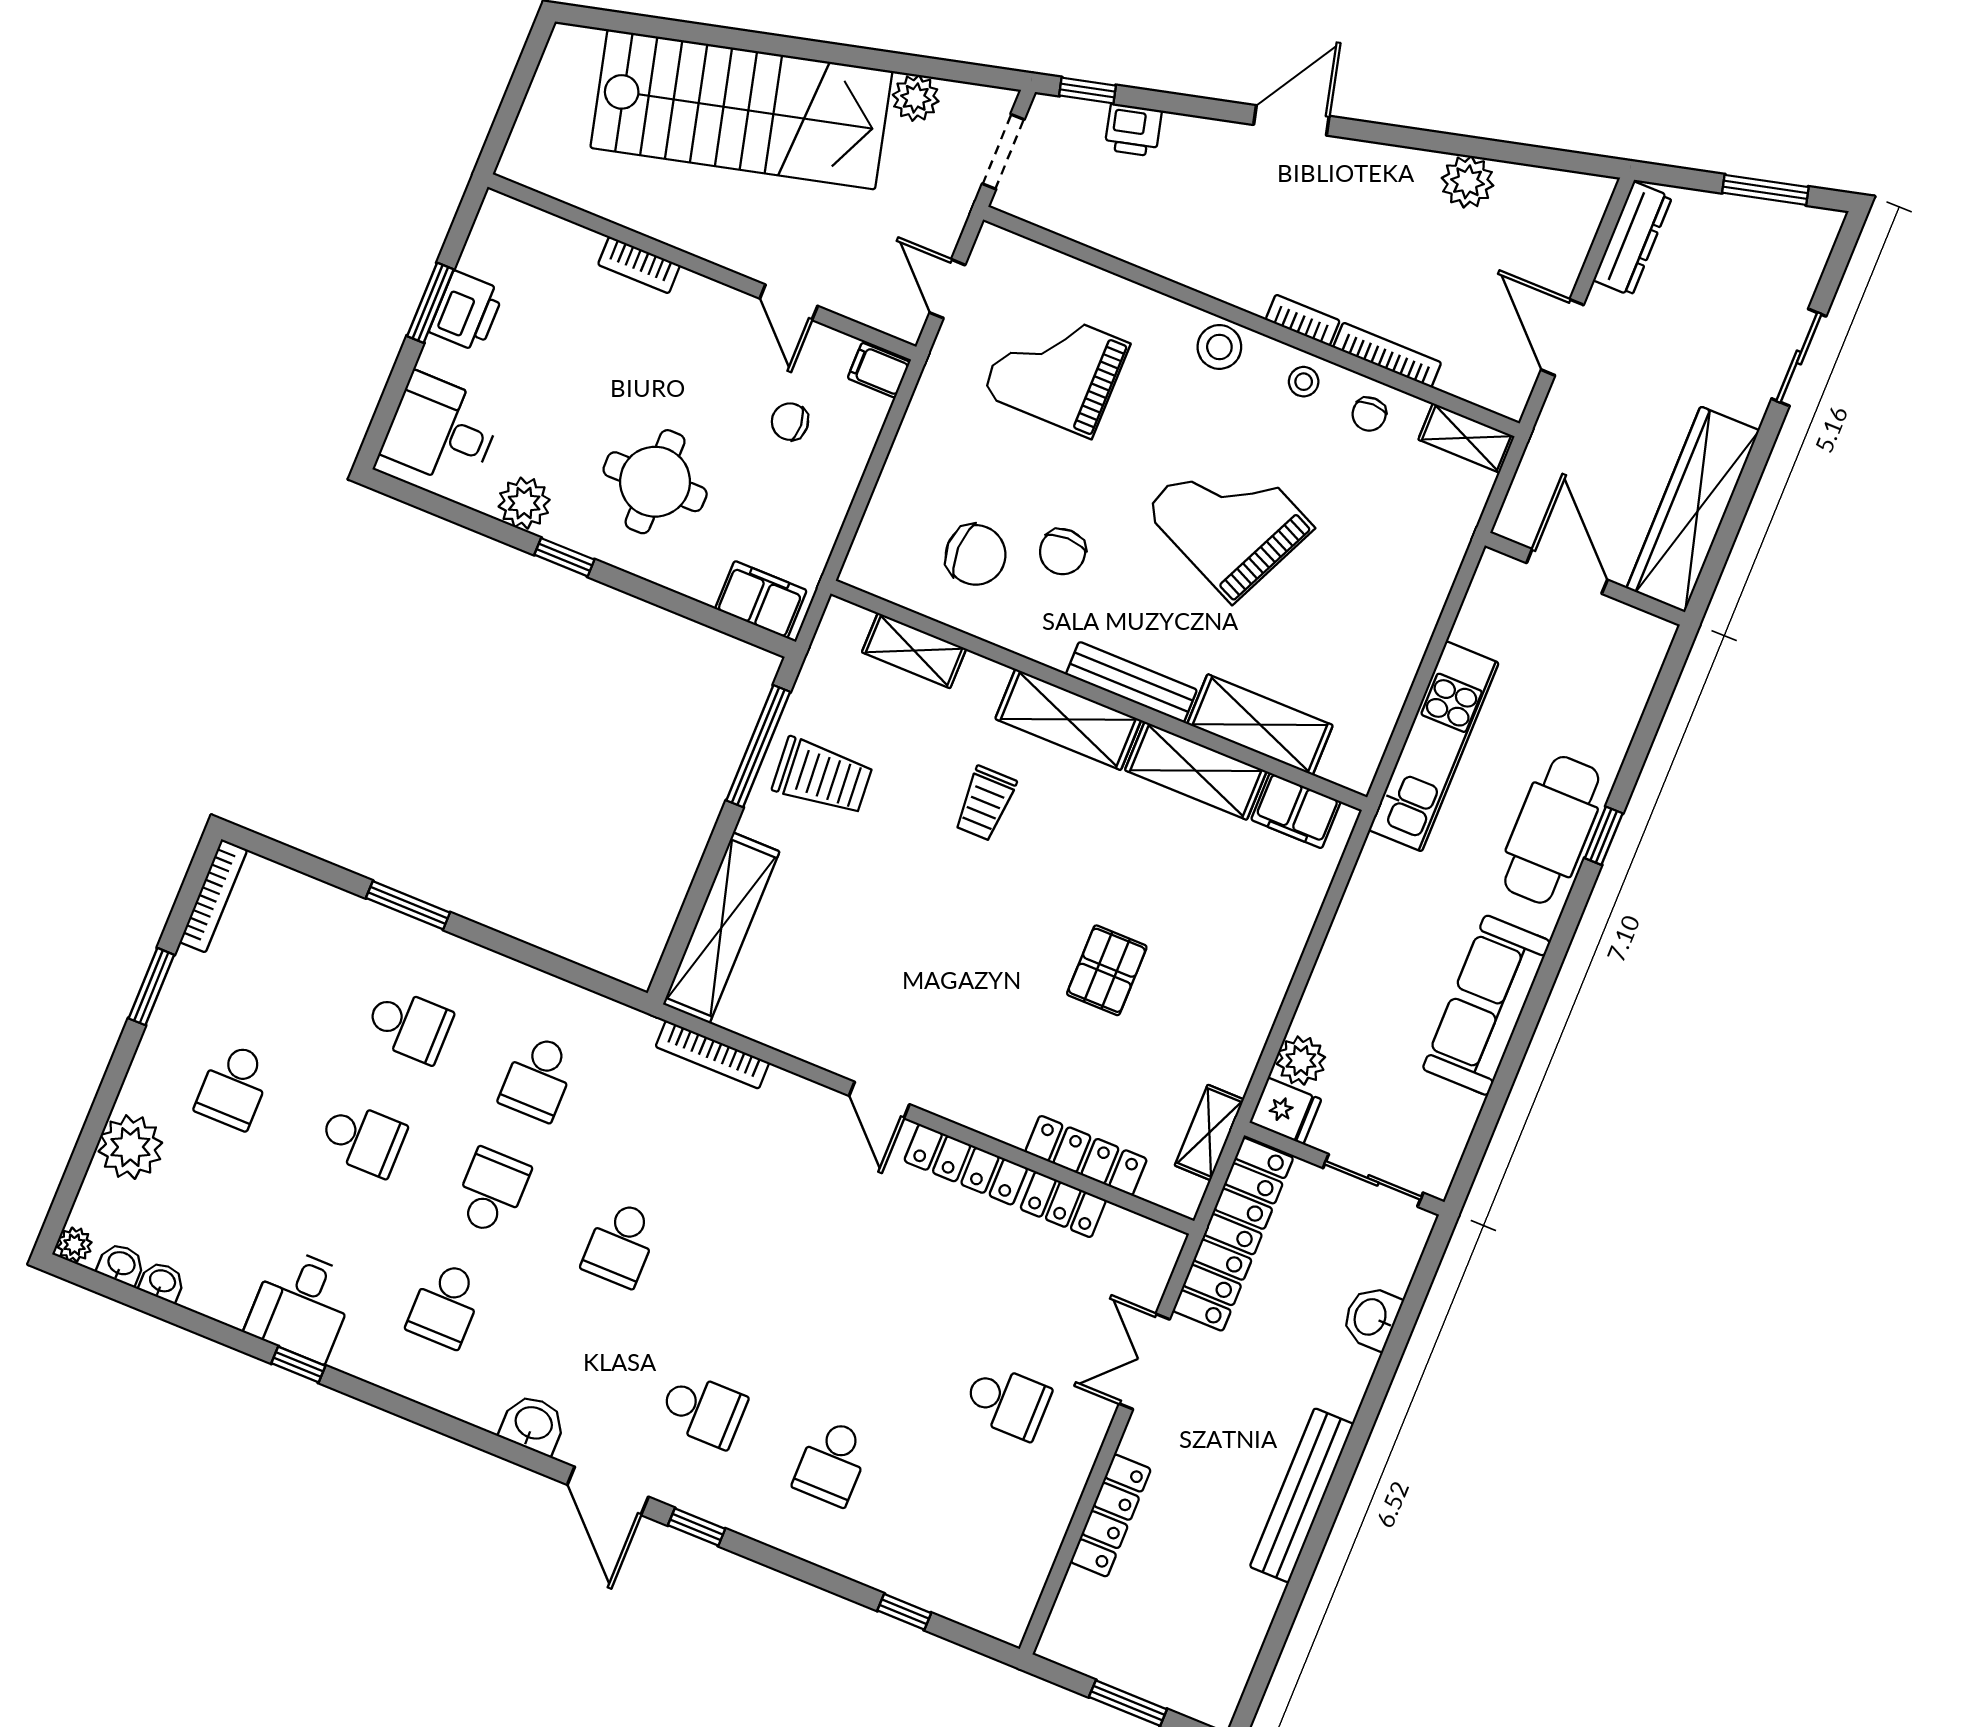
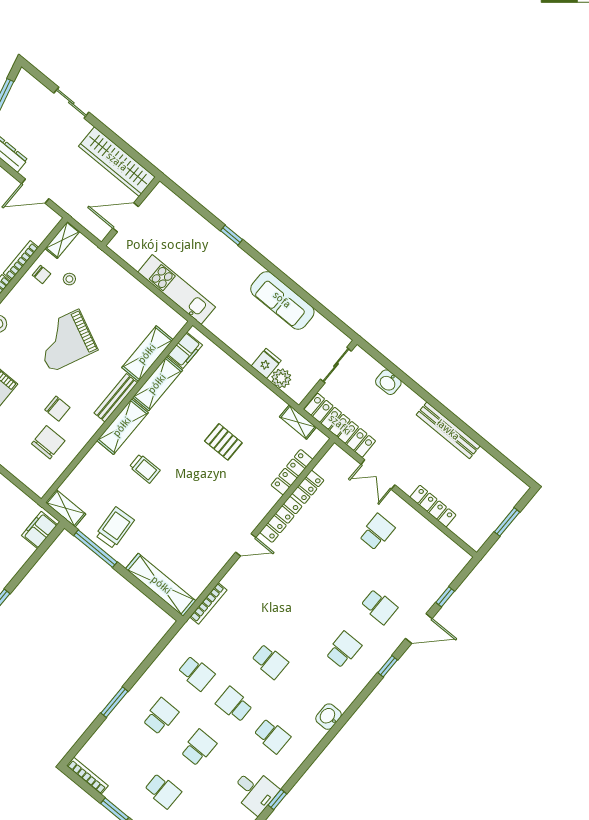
stool: (1304, 382) -> (69, 279), moved
shelving: (914, 650) -> (66, 508), moved, turned 90
cafe table: (1552, 830) -> (223, 254), removed
fridge: (1285, 1111) -> (266, 363), moved
door: (608, 1491) -> (419, 629), moved

